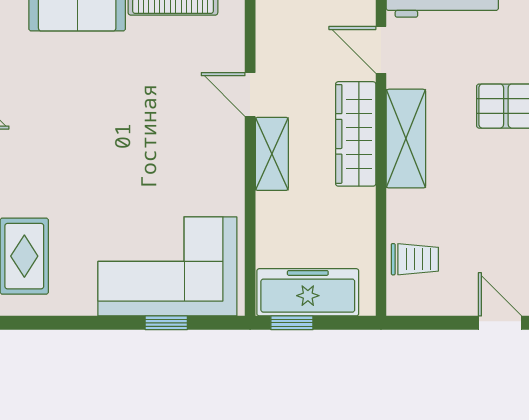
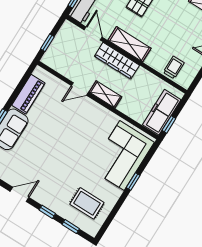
door: (381, 50) -> (93, 33), swing flipped
window: (166, 323) -> (133, 181), moved

